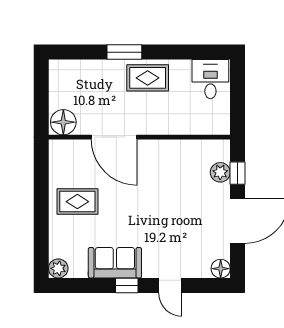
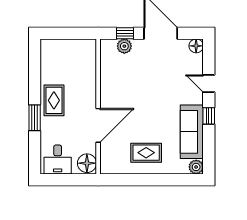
desk: (210, 79) -> (58, 159), moved, turned -90
rug: (77, 202) -> (146, 153), turned 90
sofa: (115, 263) -> (192, 132), width x1.36
door: (170, 285) -> (209, 83), swing flipped

